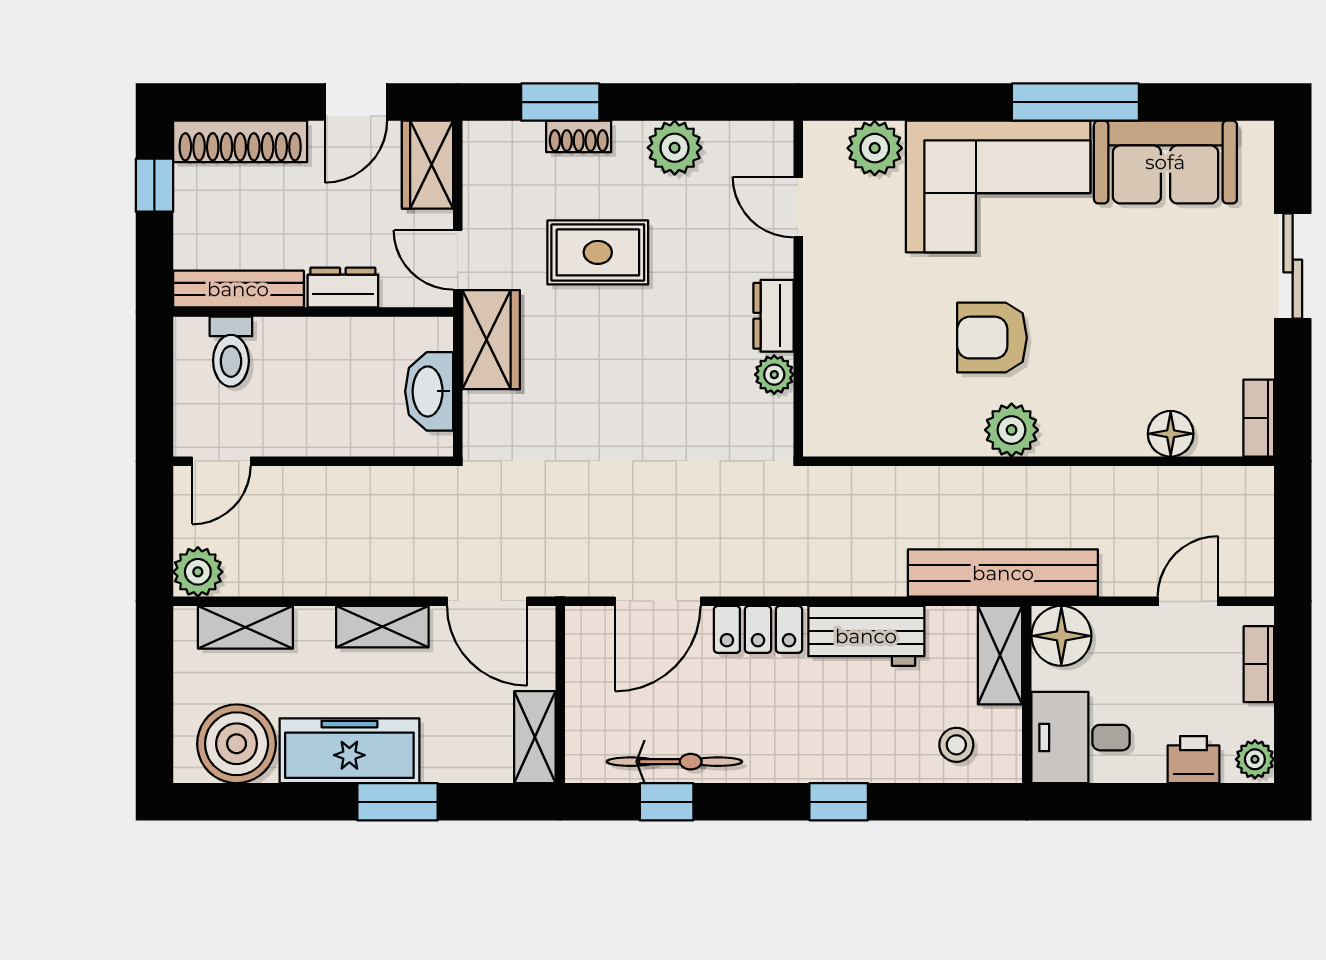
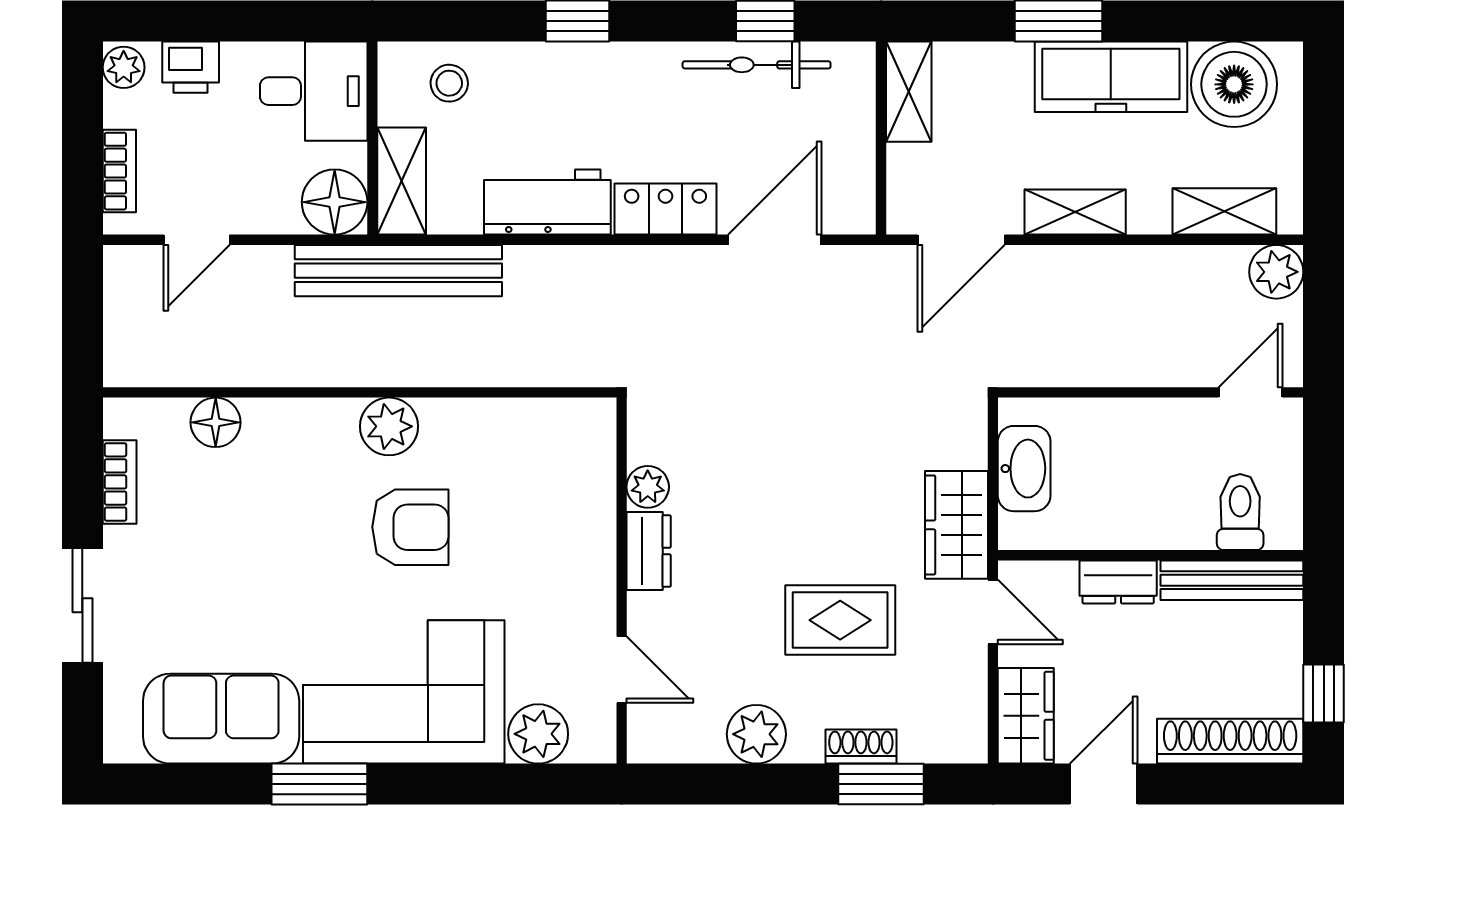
window: (1075, 102) -> (319, 784), width x0.69
bookcase: (1259, 418) -> (120, 482), moved
door: (487, 601) -> (961, 240), swing flipped

